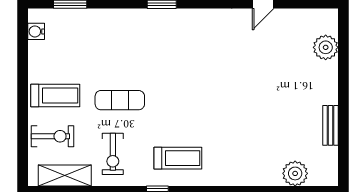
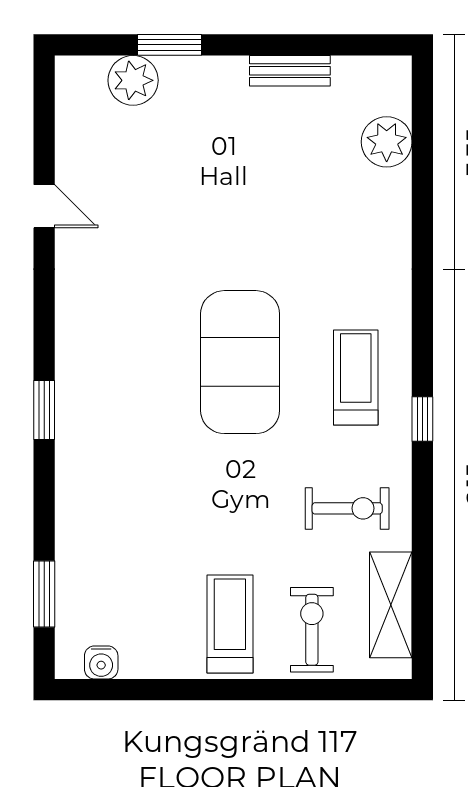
window: (343, 65) -> (170, 45), added
exercise mat: (120, 100) -> (240, 362), moved, width x2.00, depth x1.45

